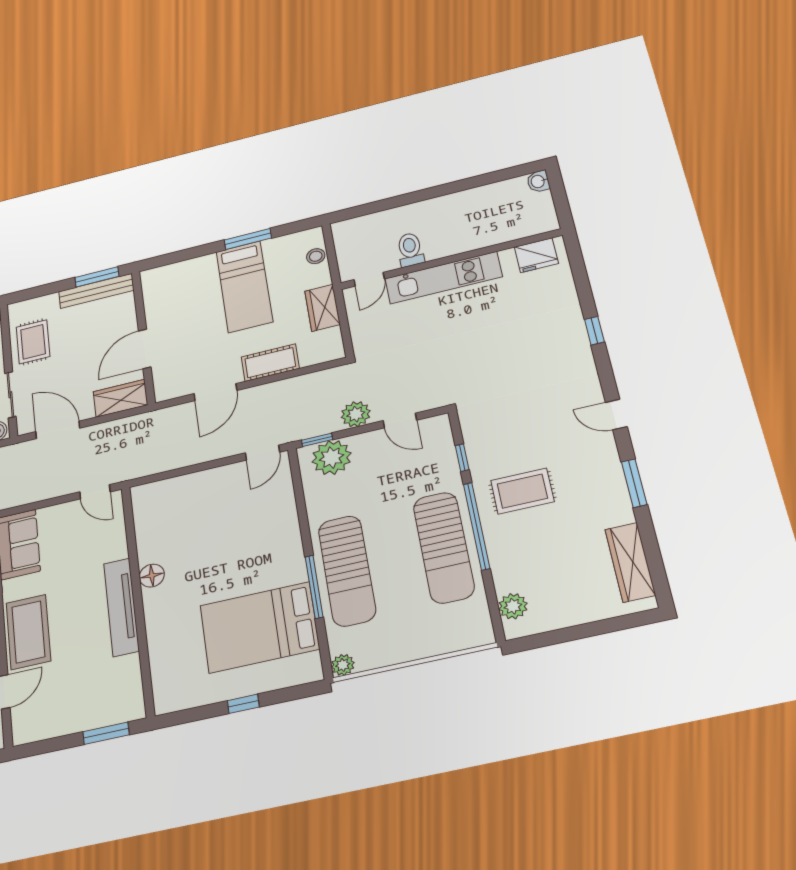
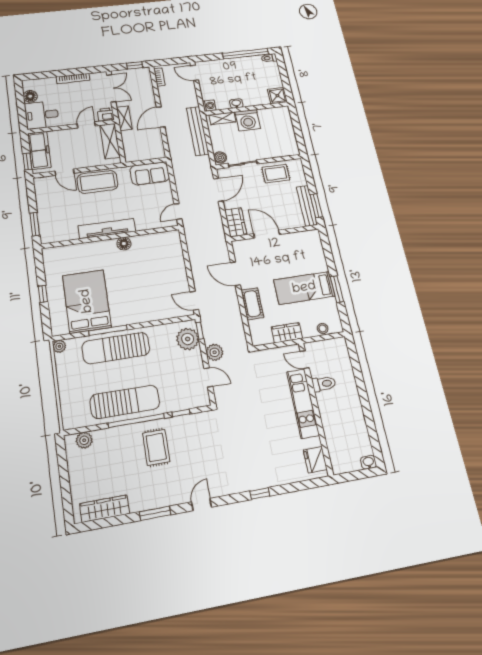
door: (400, 420) -> (208, 377), swing flipped
sun lounger: (444, 547) -> (125, 402), turned 180

